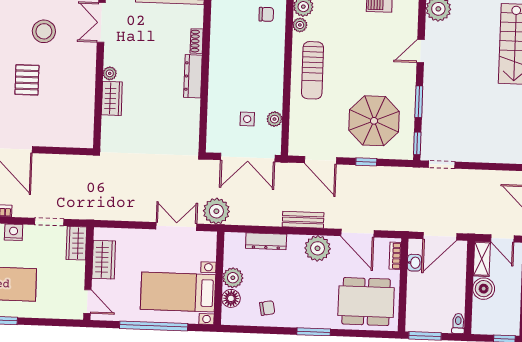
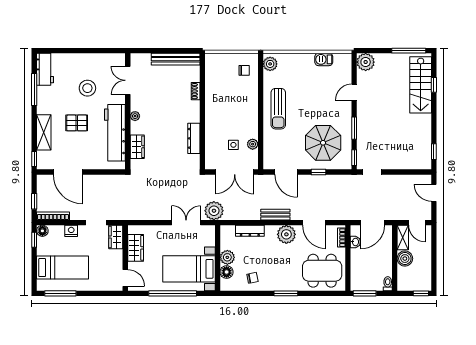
plant: (300, 25) -> (268, 77), removed
dresser: (193, 76) -> (194, 138), moved
pallet: (27, 80) -> (77, 123), turned 90
workbench: (80, 96) -> (115, 133), added
wardrobe: (112, 98) -> (137, 147), moved

